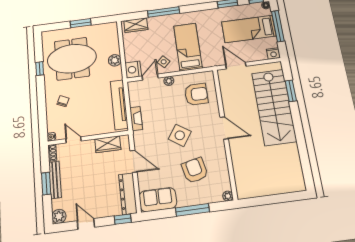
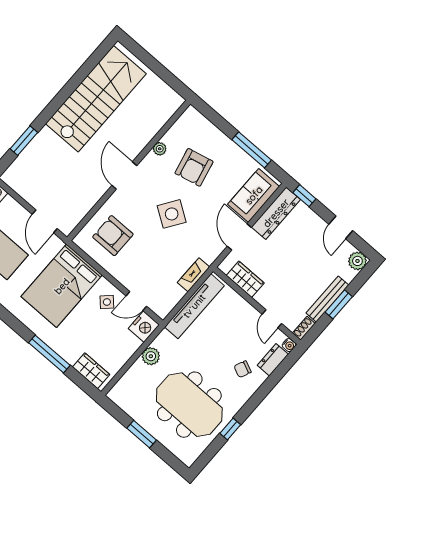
bed: (188, 47) -> (62, 286), width x1.50
plant: (169, 81) -> (123, 277), removed
stairs: (274, 107) -> (96, 99), moved
dresser: (52, 121) -> (273, 360), added
plant: (228, 196) -> (160, 149), moved
sofa: (158, 200) -> (254, 195), moved, turned 90
window: (192, 210) -> (252, 150), moved

